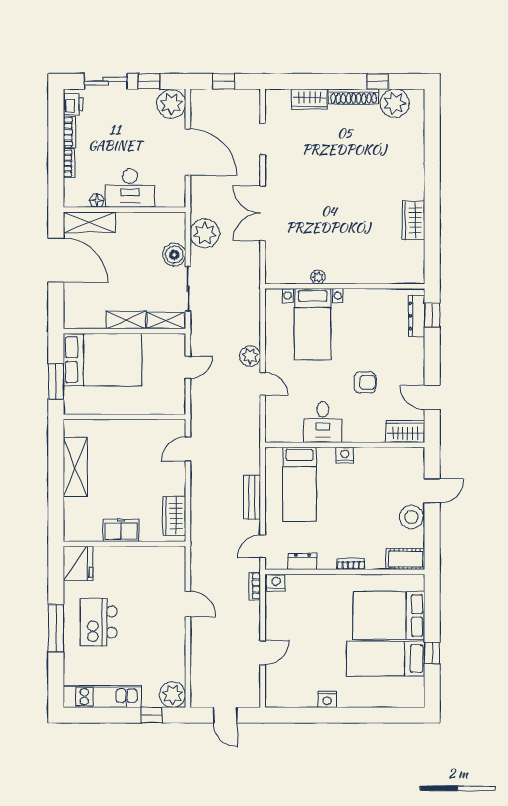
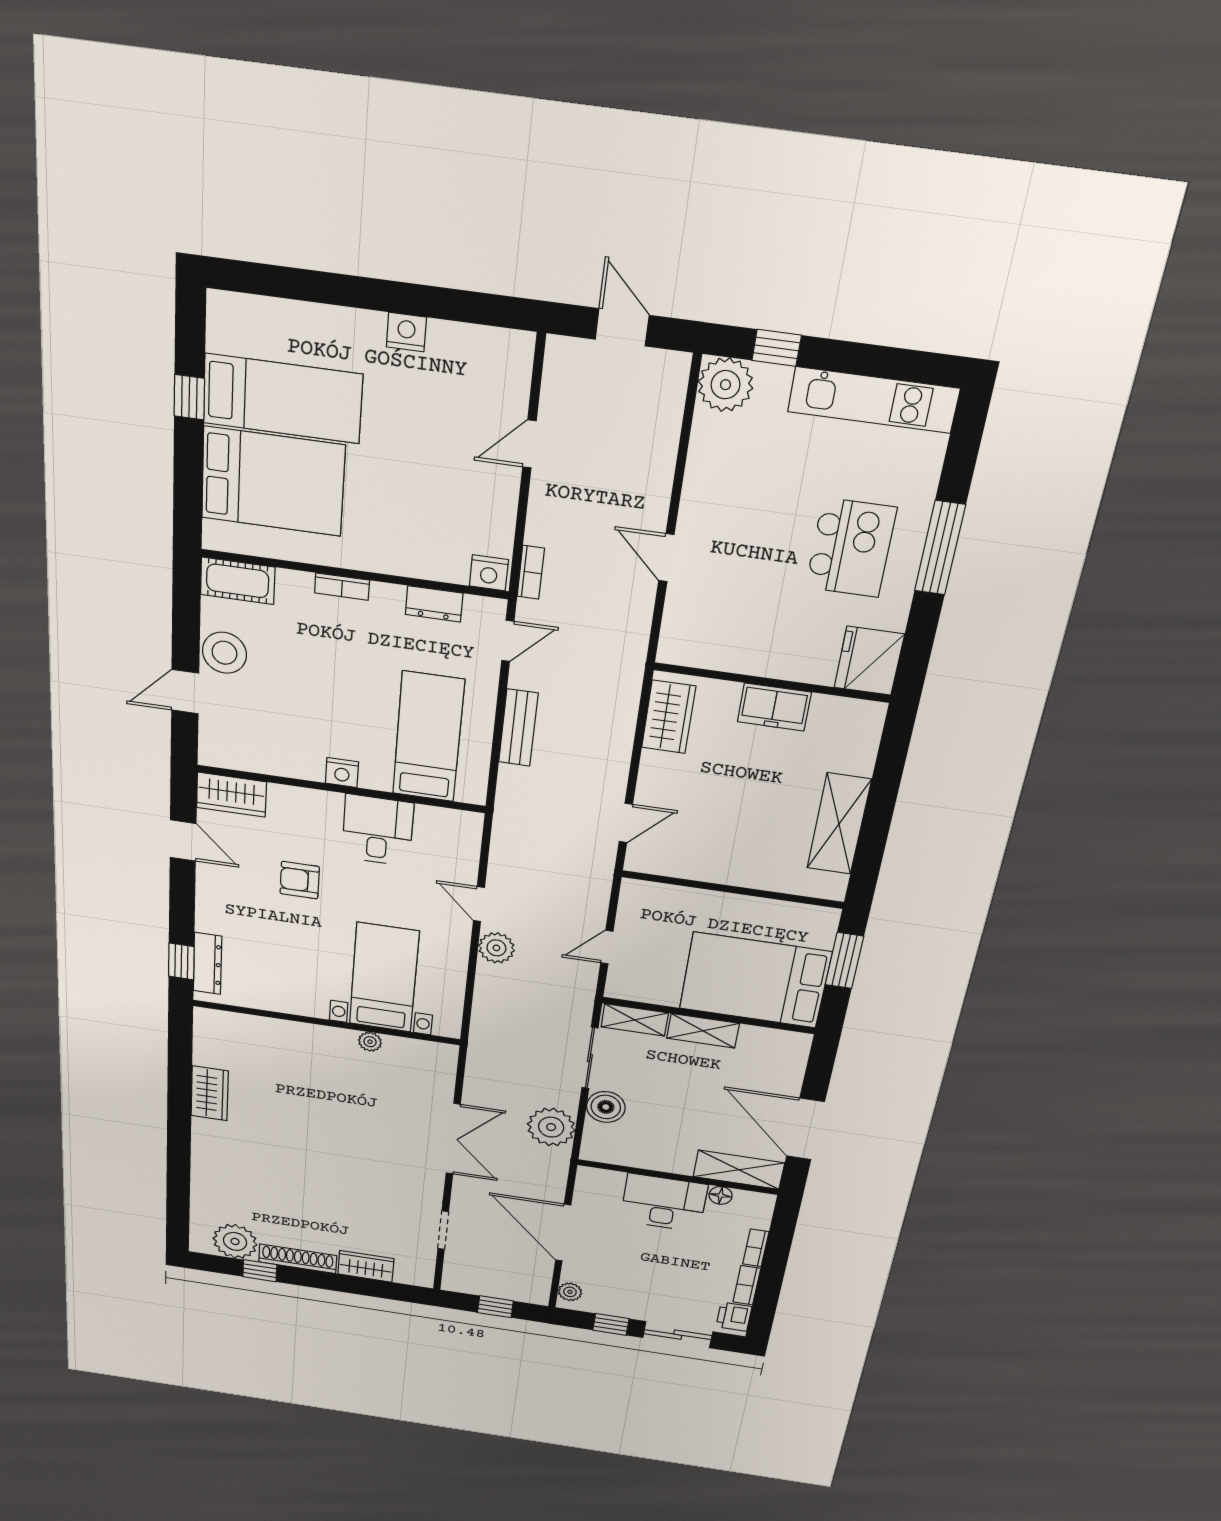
plant: (171, 104) -> (570, 1292), width x0.53, depth x0.53

